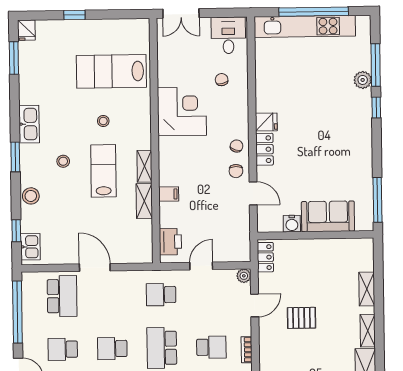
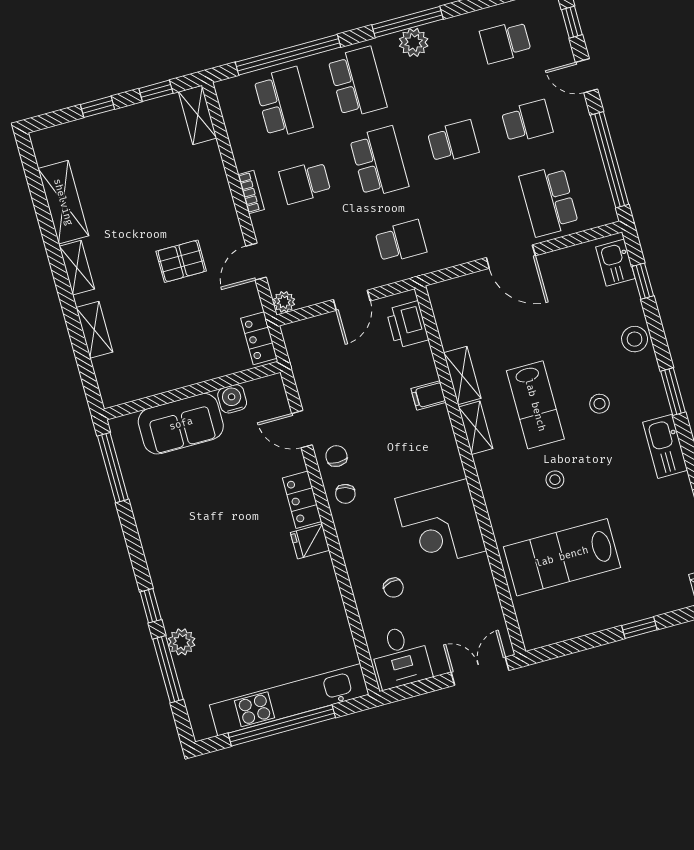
lab bench: (111, 71) -> (562, 557), turned 180

